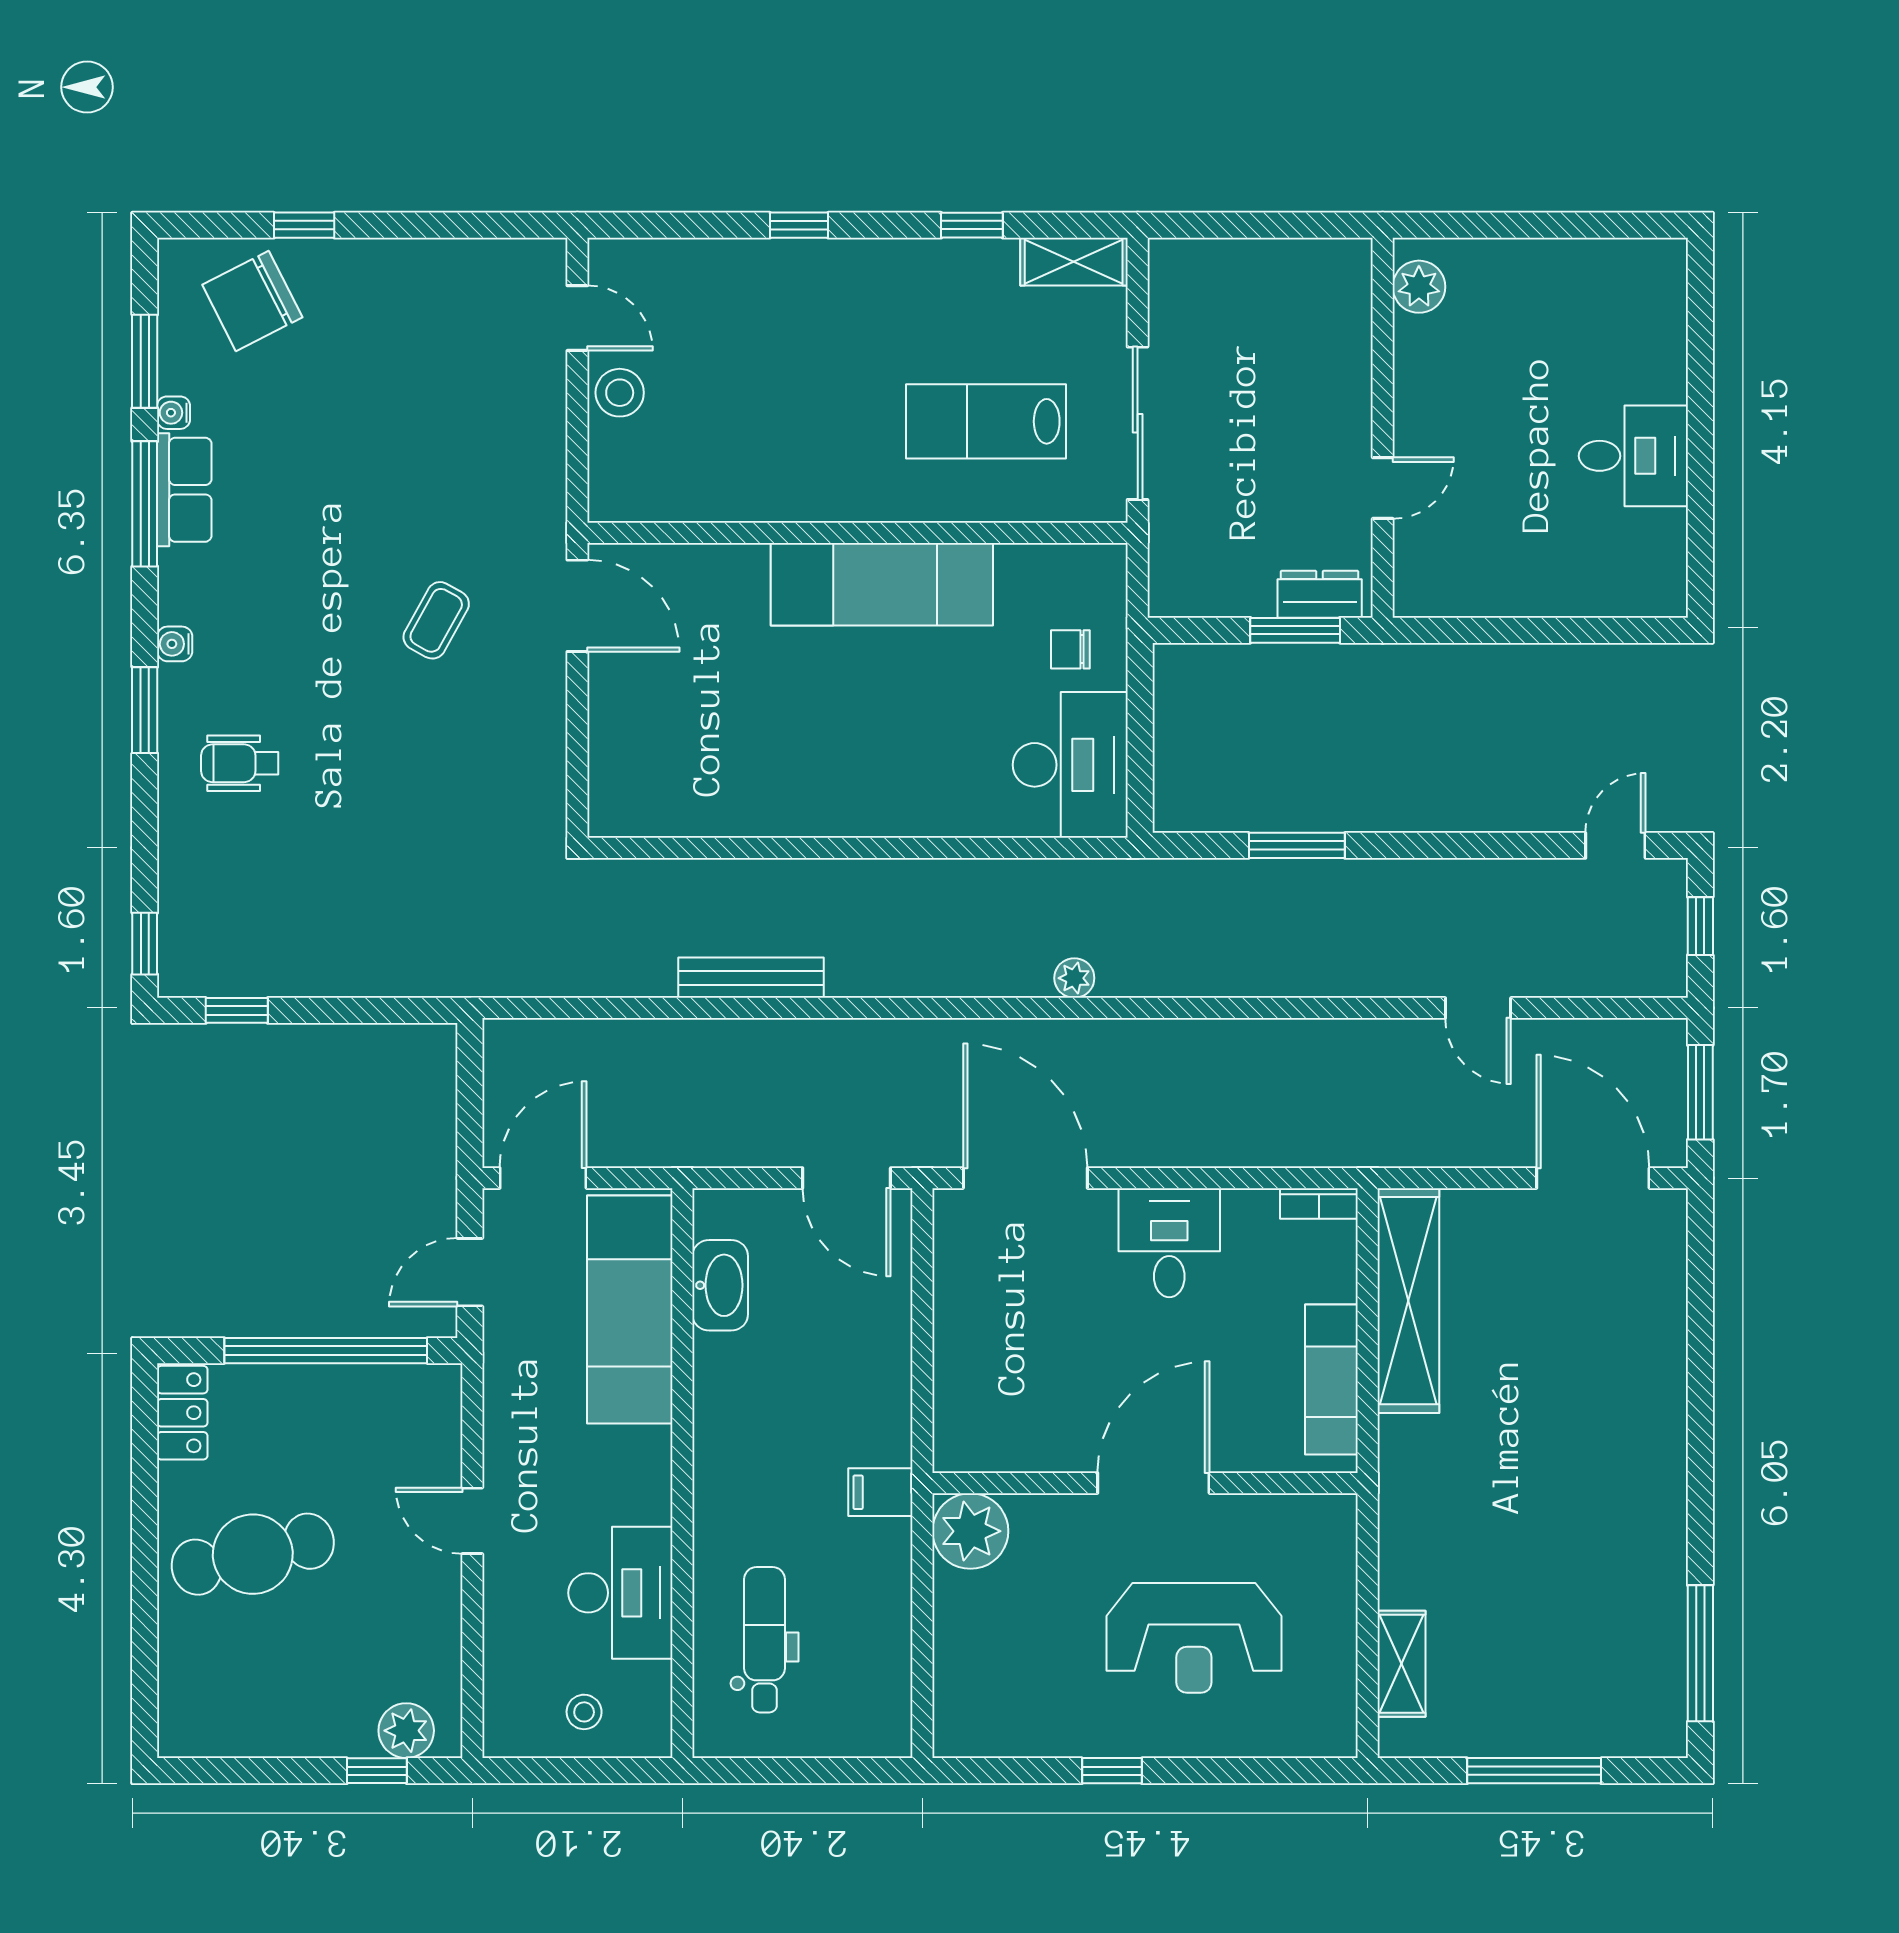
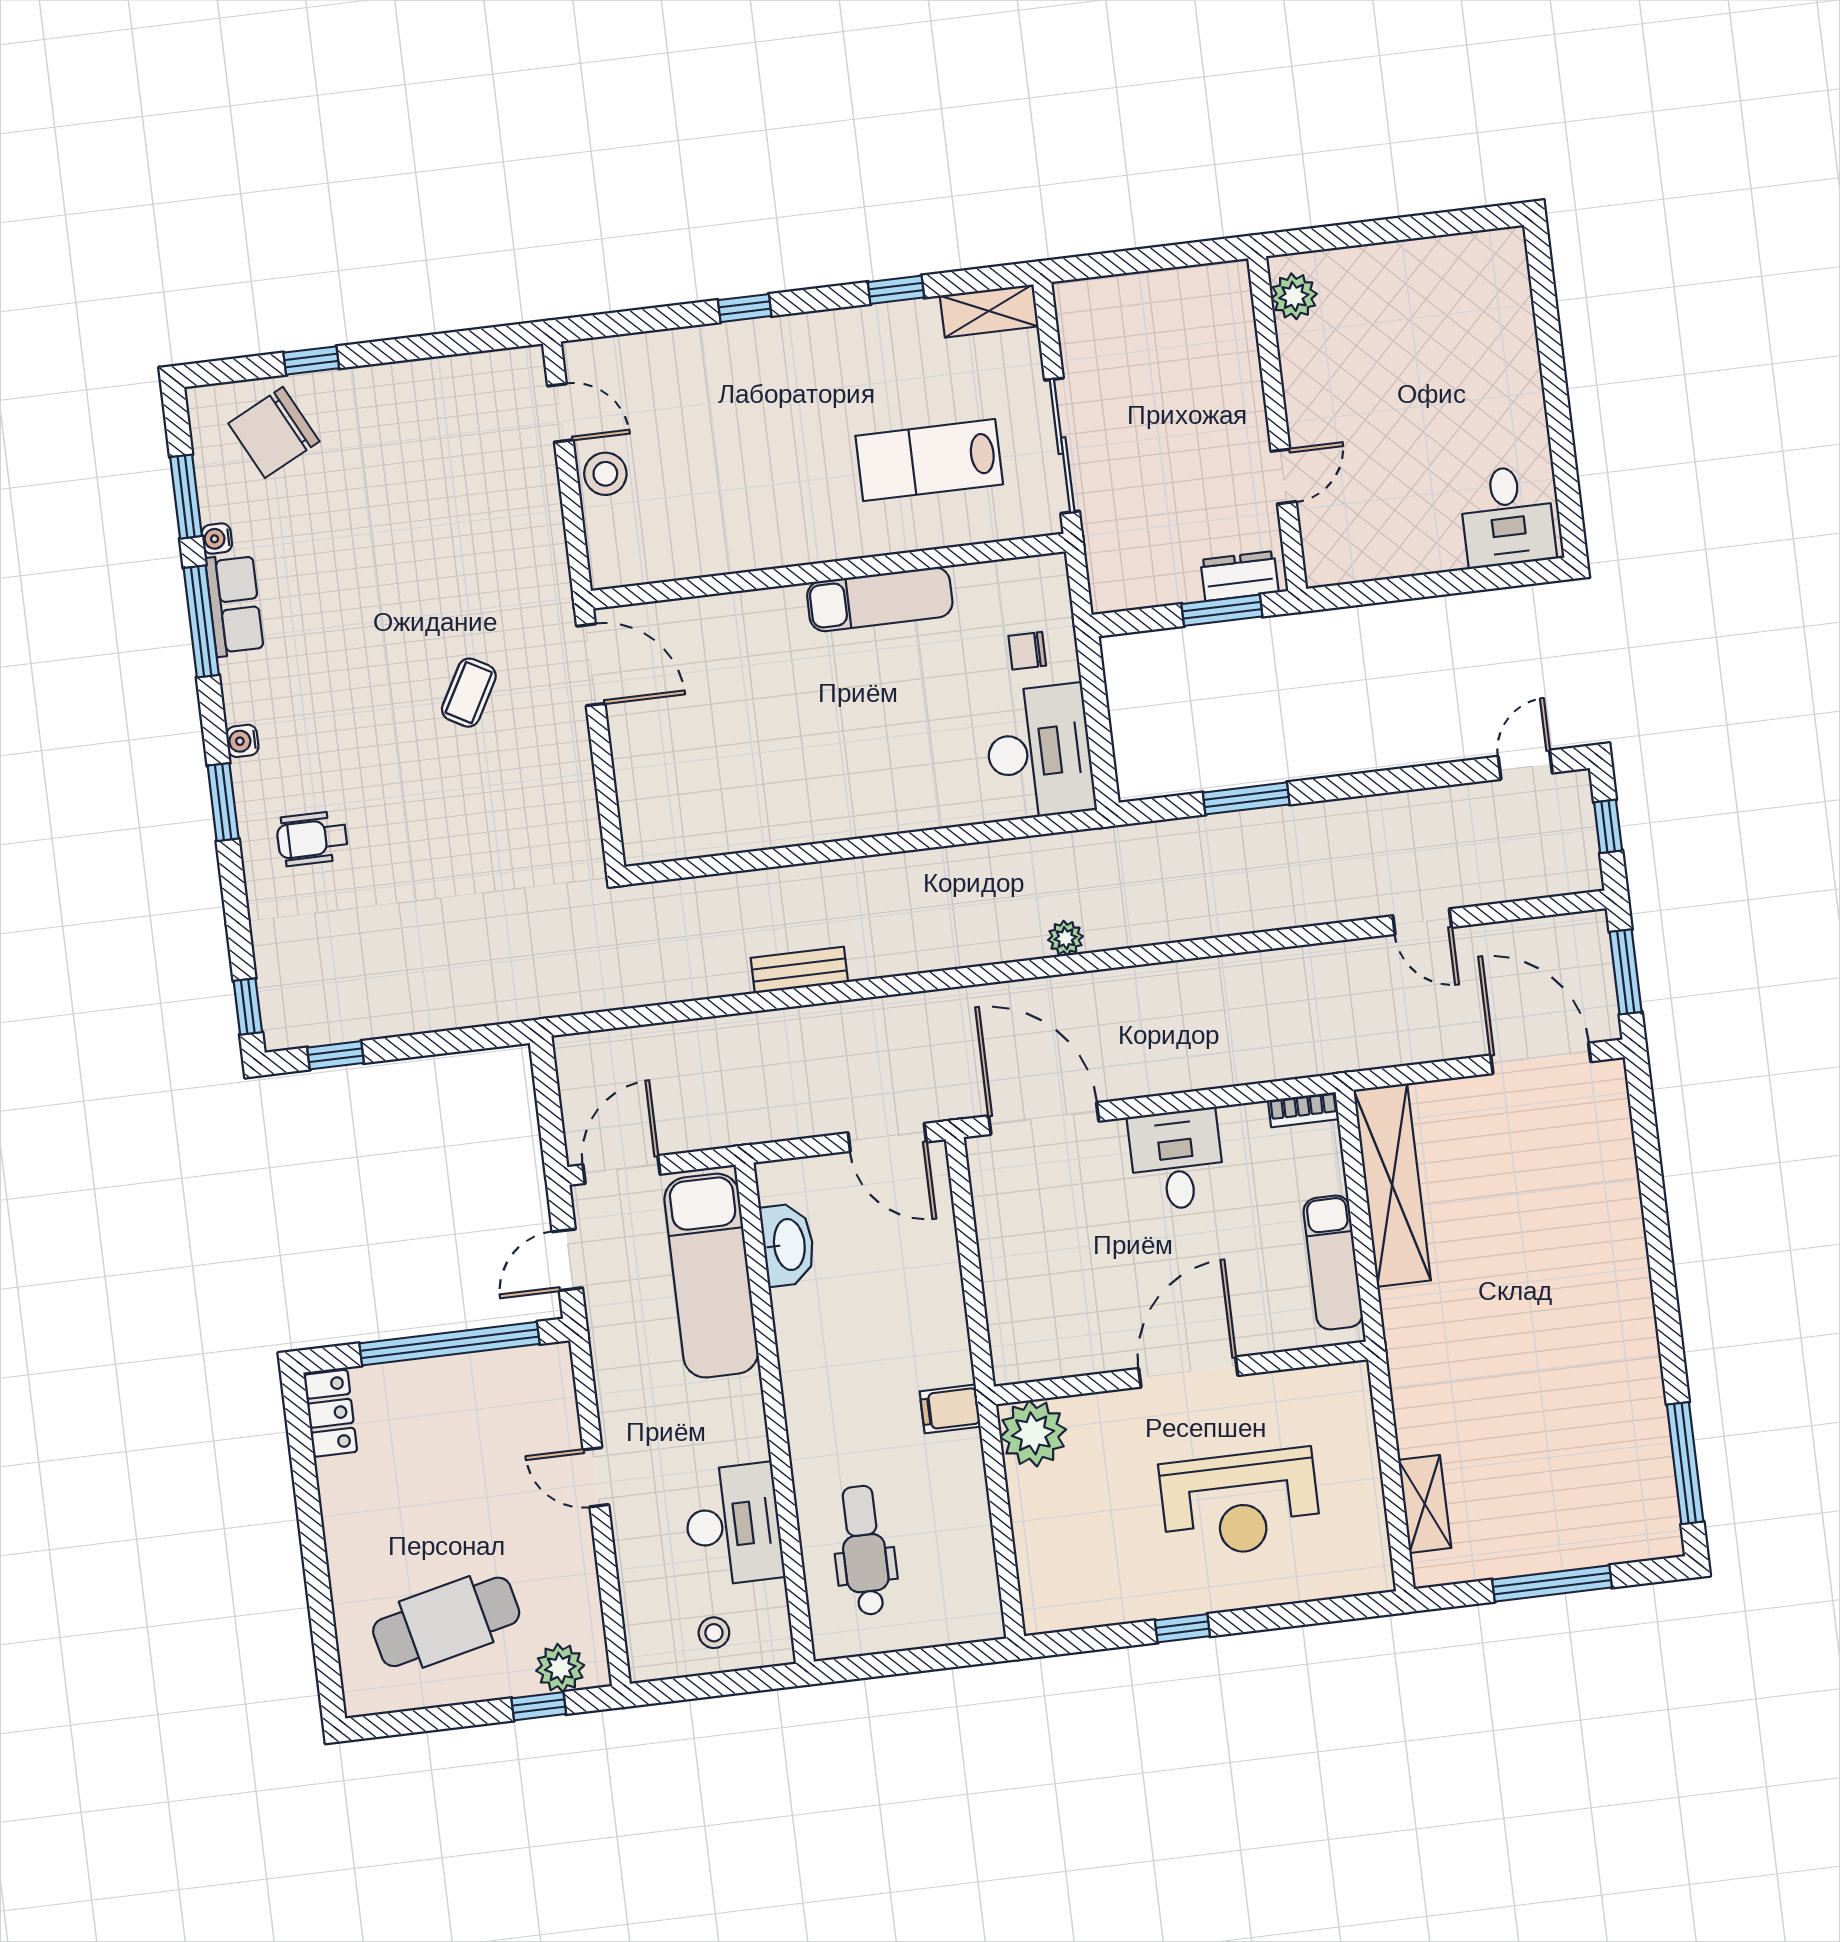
desk: (1633, 456) -> (1507, 516), moved, turned 90
exam couch: (882, 584) -> (880, 599), width x0.73, depth x0.69
bench: (751, 978) -> (799, 970), width x0.73
cafe table: (253, 1554) -> (446, 1622), moved

